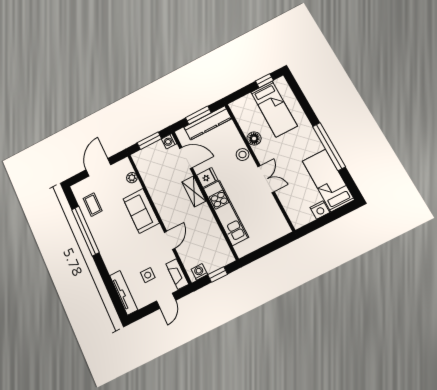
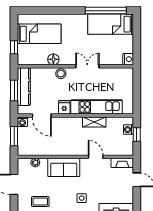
window: (264, 81) -> (14, 47), moved
window: (329, 147) -> (106, 11), moved
door: (186, 158) -> (42, 115), swing flipped
shelving: (194, 191) -> (94, 122), moved
nightstand: (320, 210) -> (128, 59), moved
washing machine: (199, 272) -> (128, 130), moved
side table: (148, 275) -> (82, 198), moved

